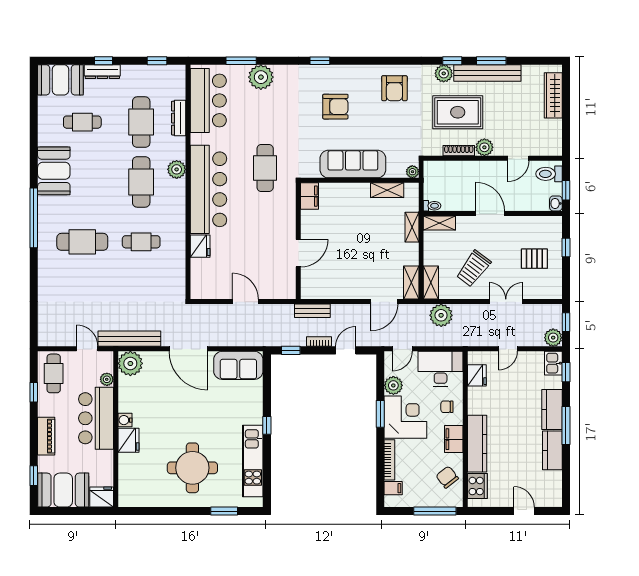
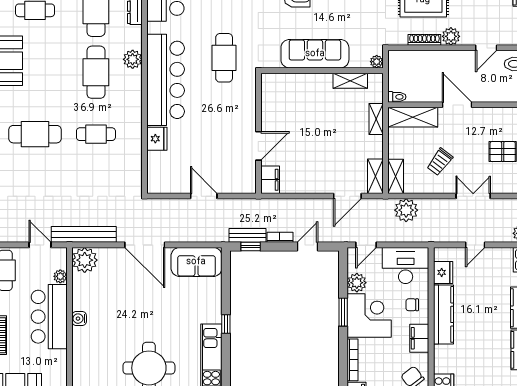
filing cabinet: (310, 196) -> (270, 180), moved
shelving: (439, 223) -> (413, 117), width x1.50, depth x1.33
trolley: (474, 269) -> (440, 162), width x0.73, depth x0.72
bench: (312, 311) -> (247, 235), moved
fridge: (128, 440) -> (83, 339), removed
kitchen counter: (477, 444) -> (443, 314), moved

